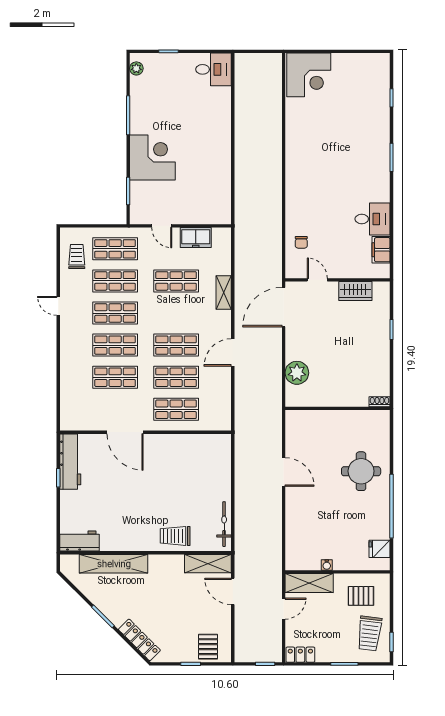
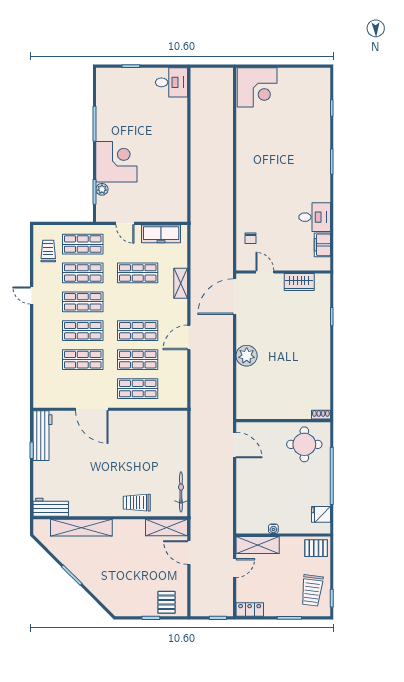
plant: (136, 68) -> (102, 189), moved
freezer: (196, 238) -> (161, 234), width x1.40
shoe rack: (379, 402) -> (321, 415), moved
wall: (338, 408) -> (283, 421), moved
pallet: (361, 596) -> (316, 548), moved
locker: (139, 640) -> (105, 596), removed

